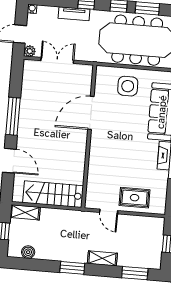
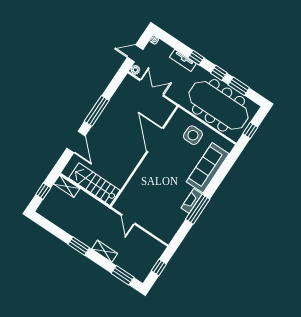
door: (91, 113) -> (155, 140), hinge flipped
rug: (135, 198) -> (153, 220), removed
boiler: (28, 252) -> (53, 217), removed

